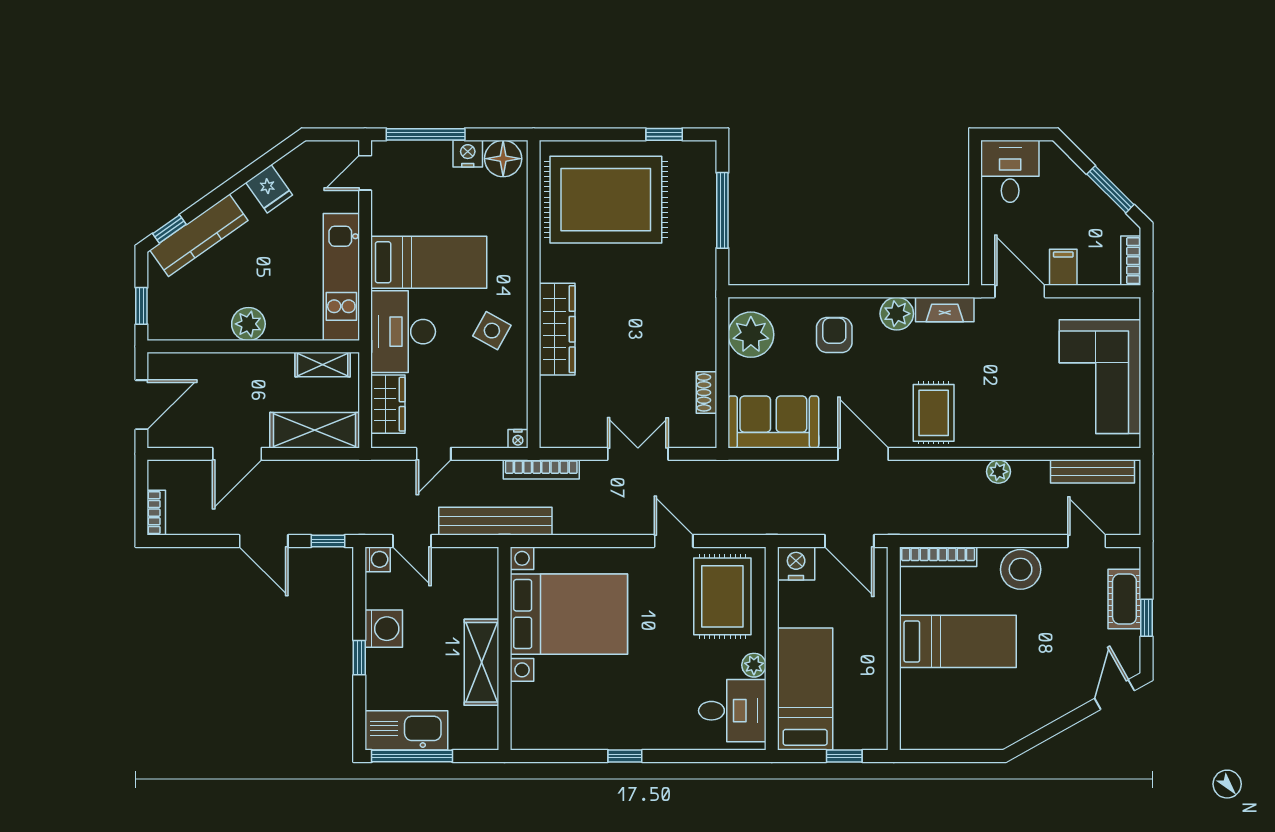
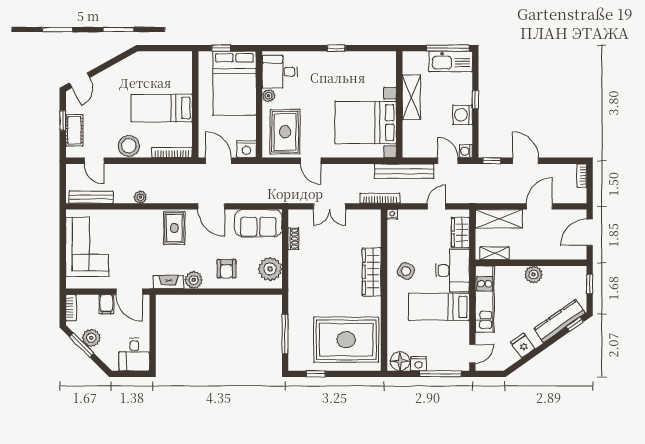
plant: (1092, 203) -> (91, 338), added
bed: (805, 689) -> (234, 83), width x1.50

